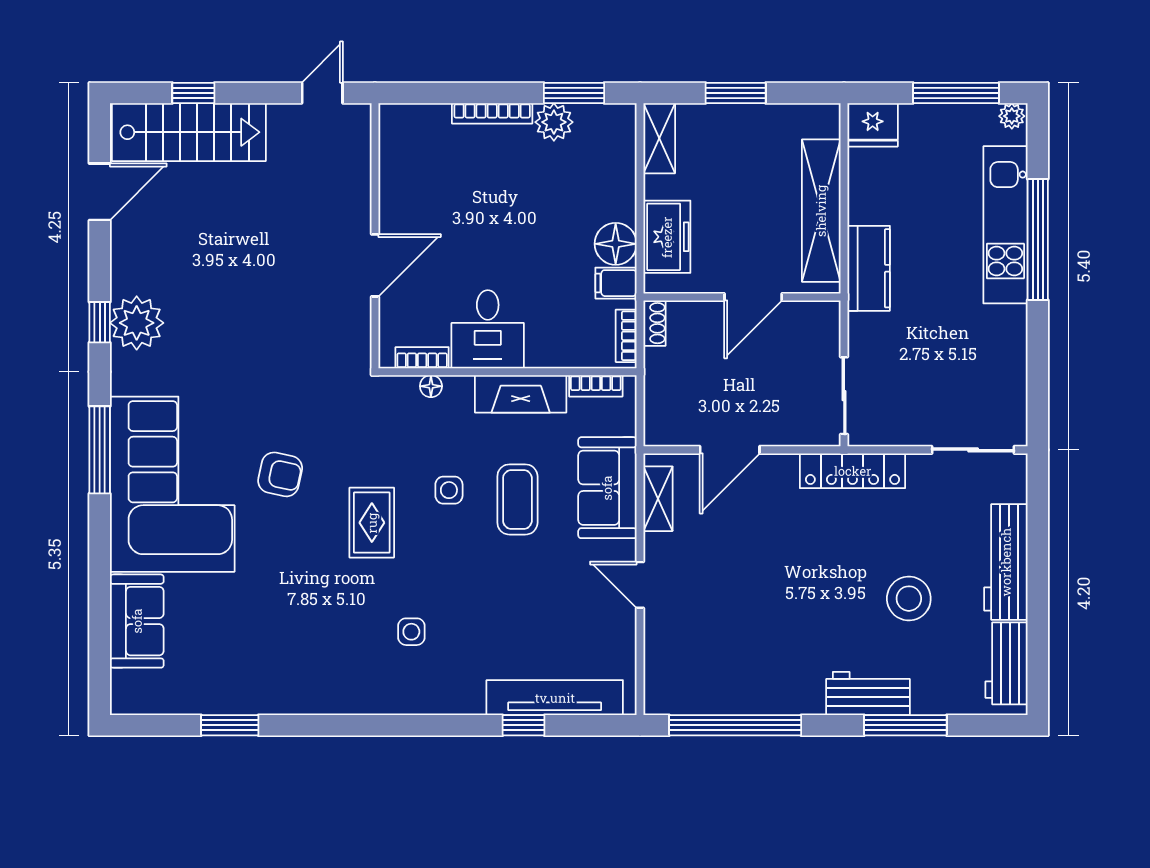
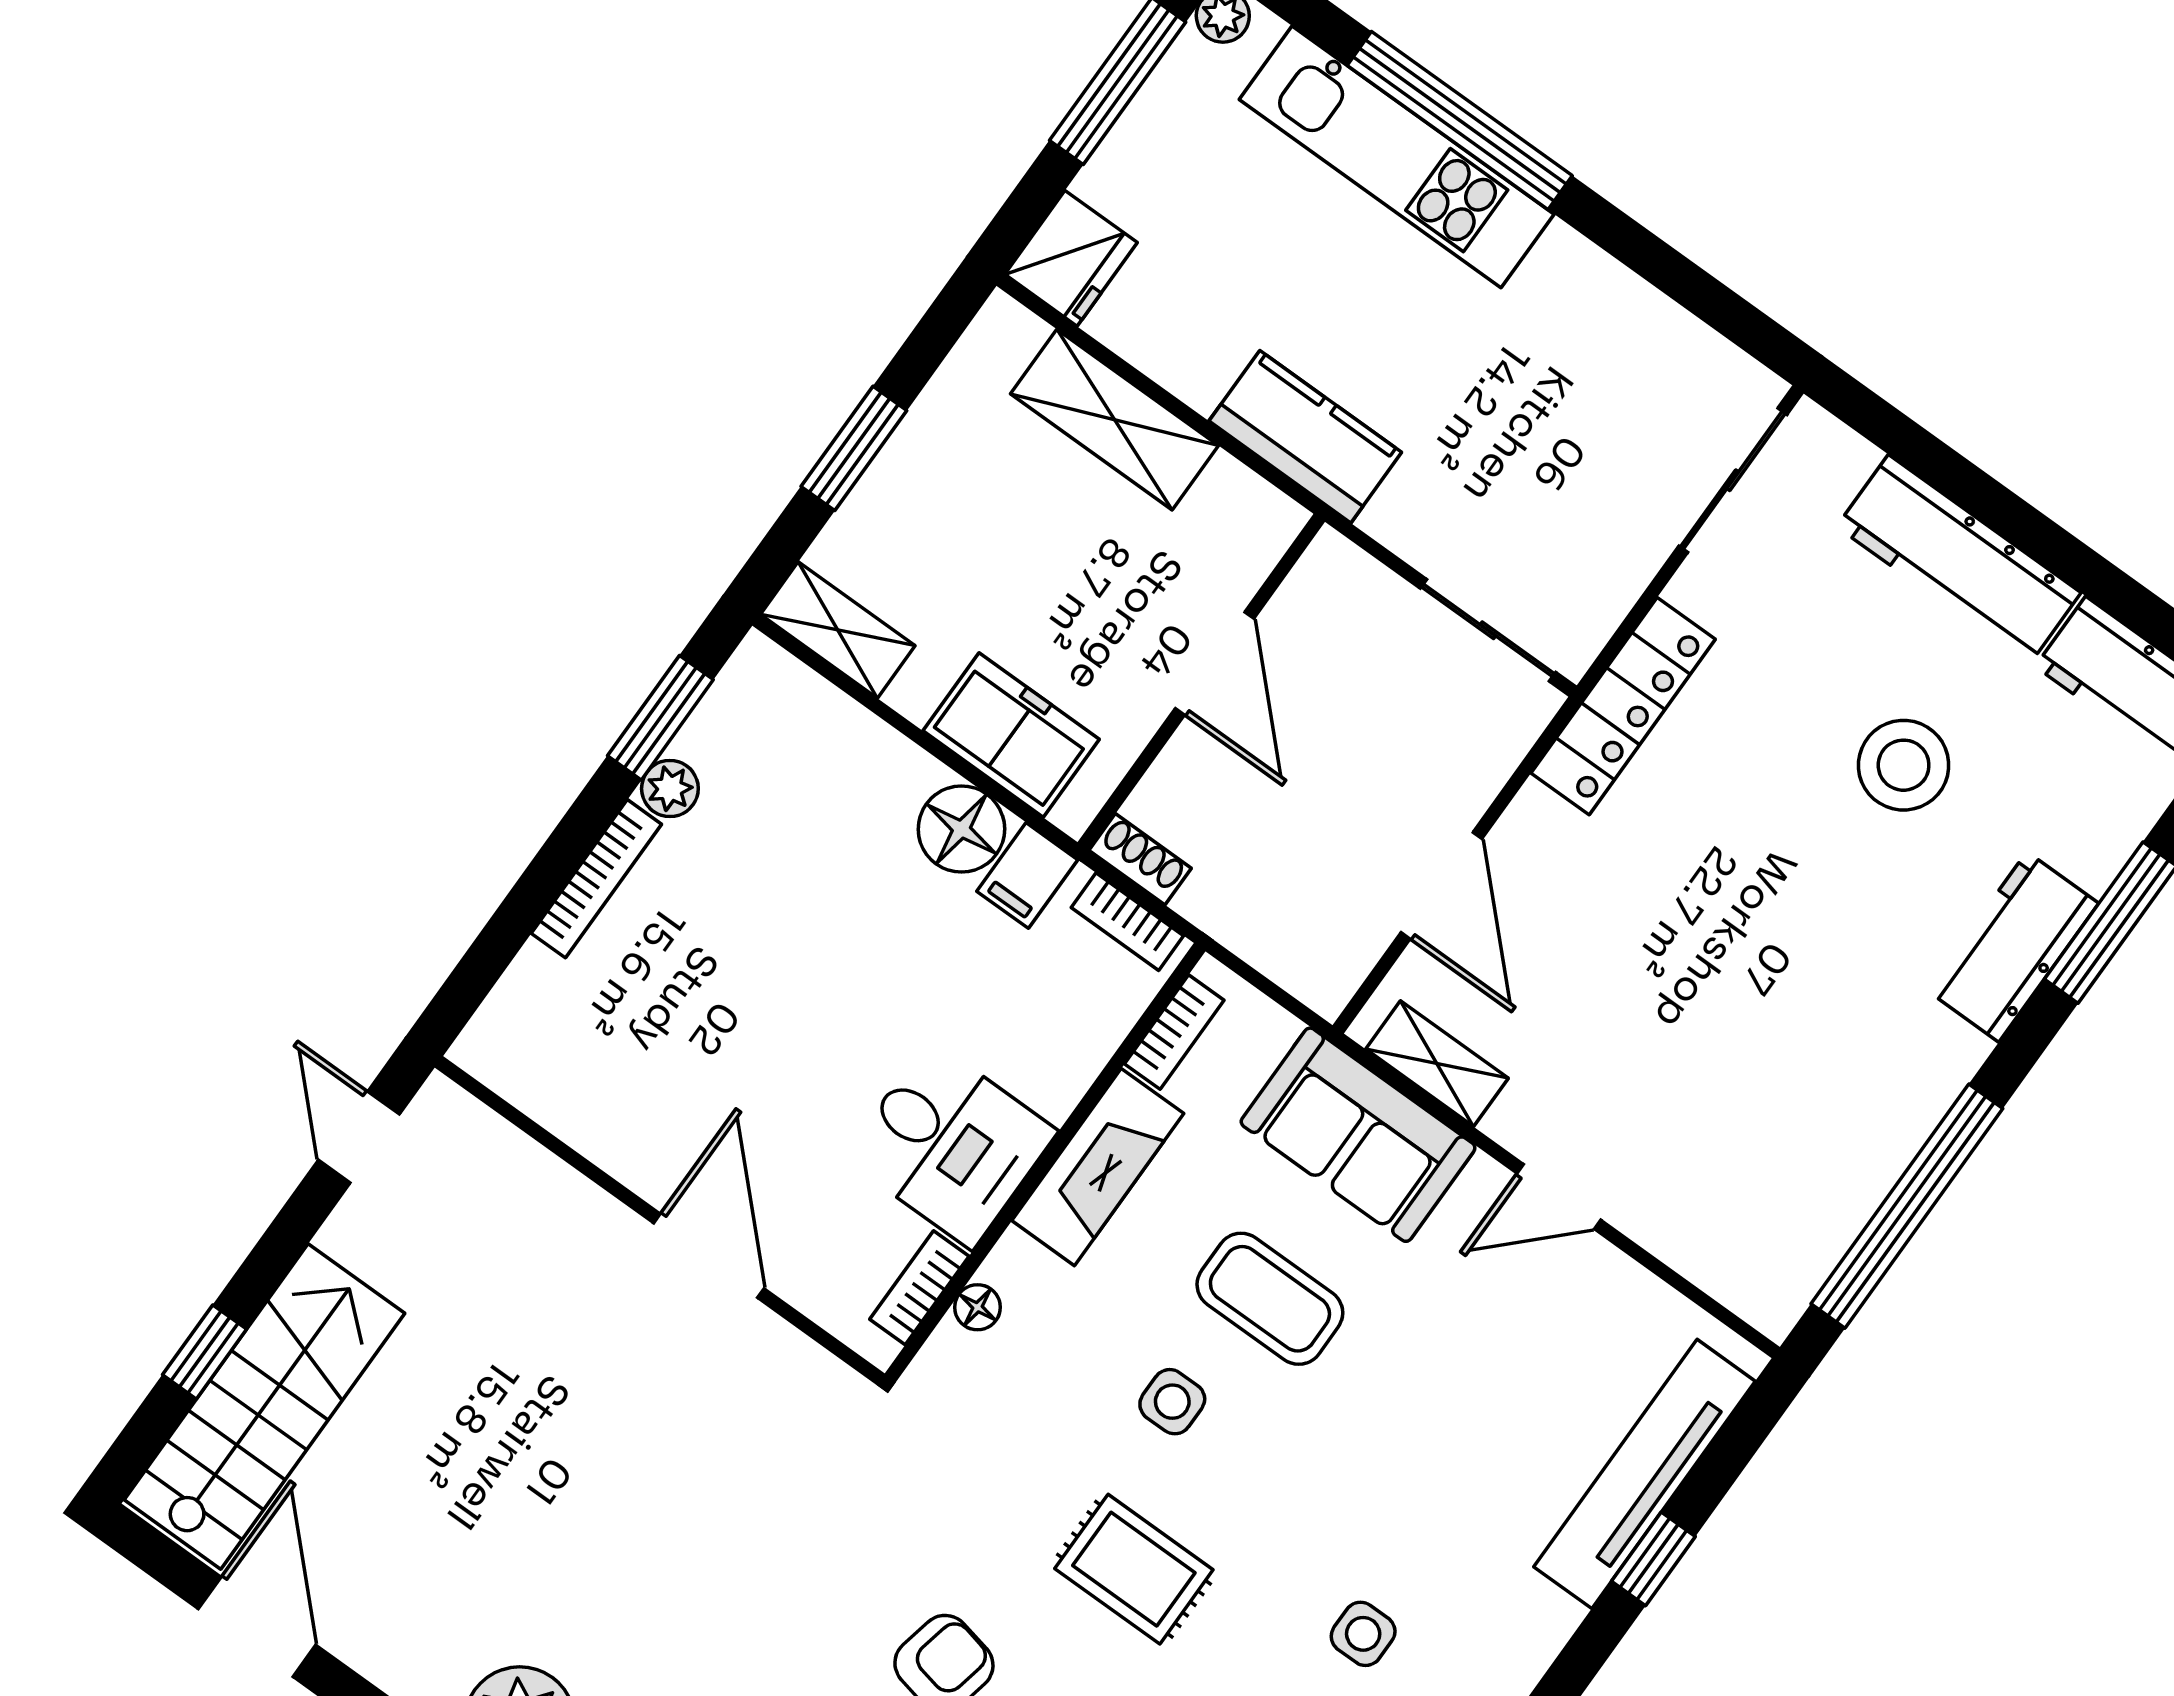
plant: (554, 122) -> (670, 789), width x0.73, depth x0.73
shelving: (821, 211) -> (1114, 420), width x0.68

